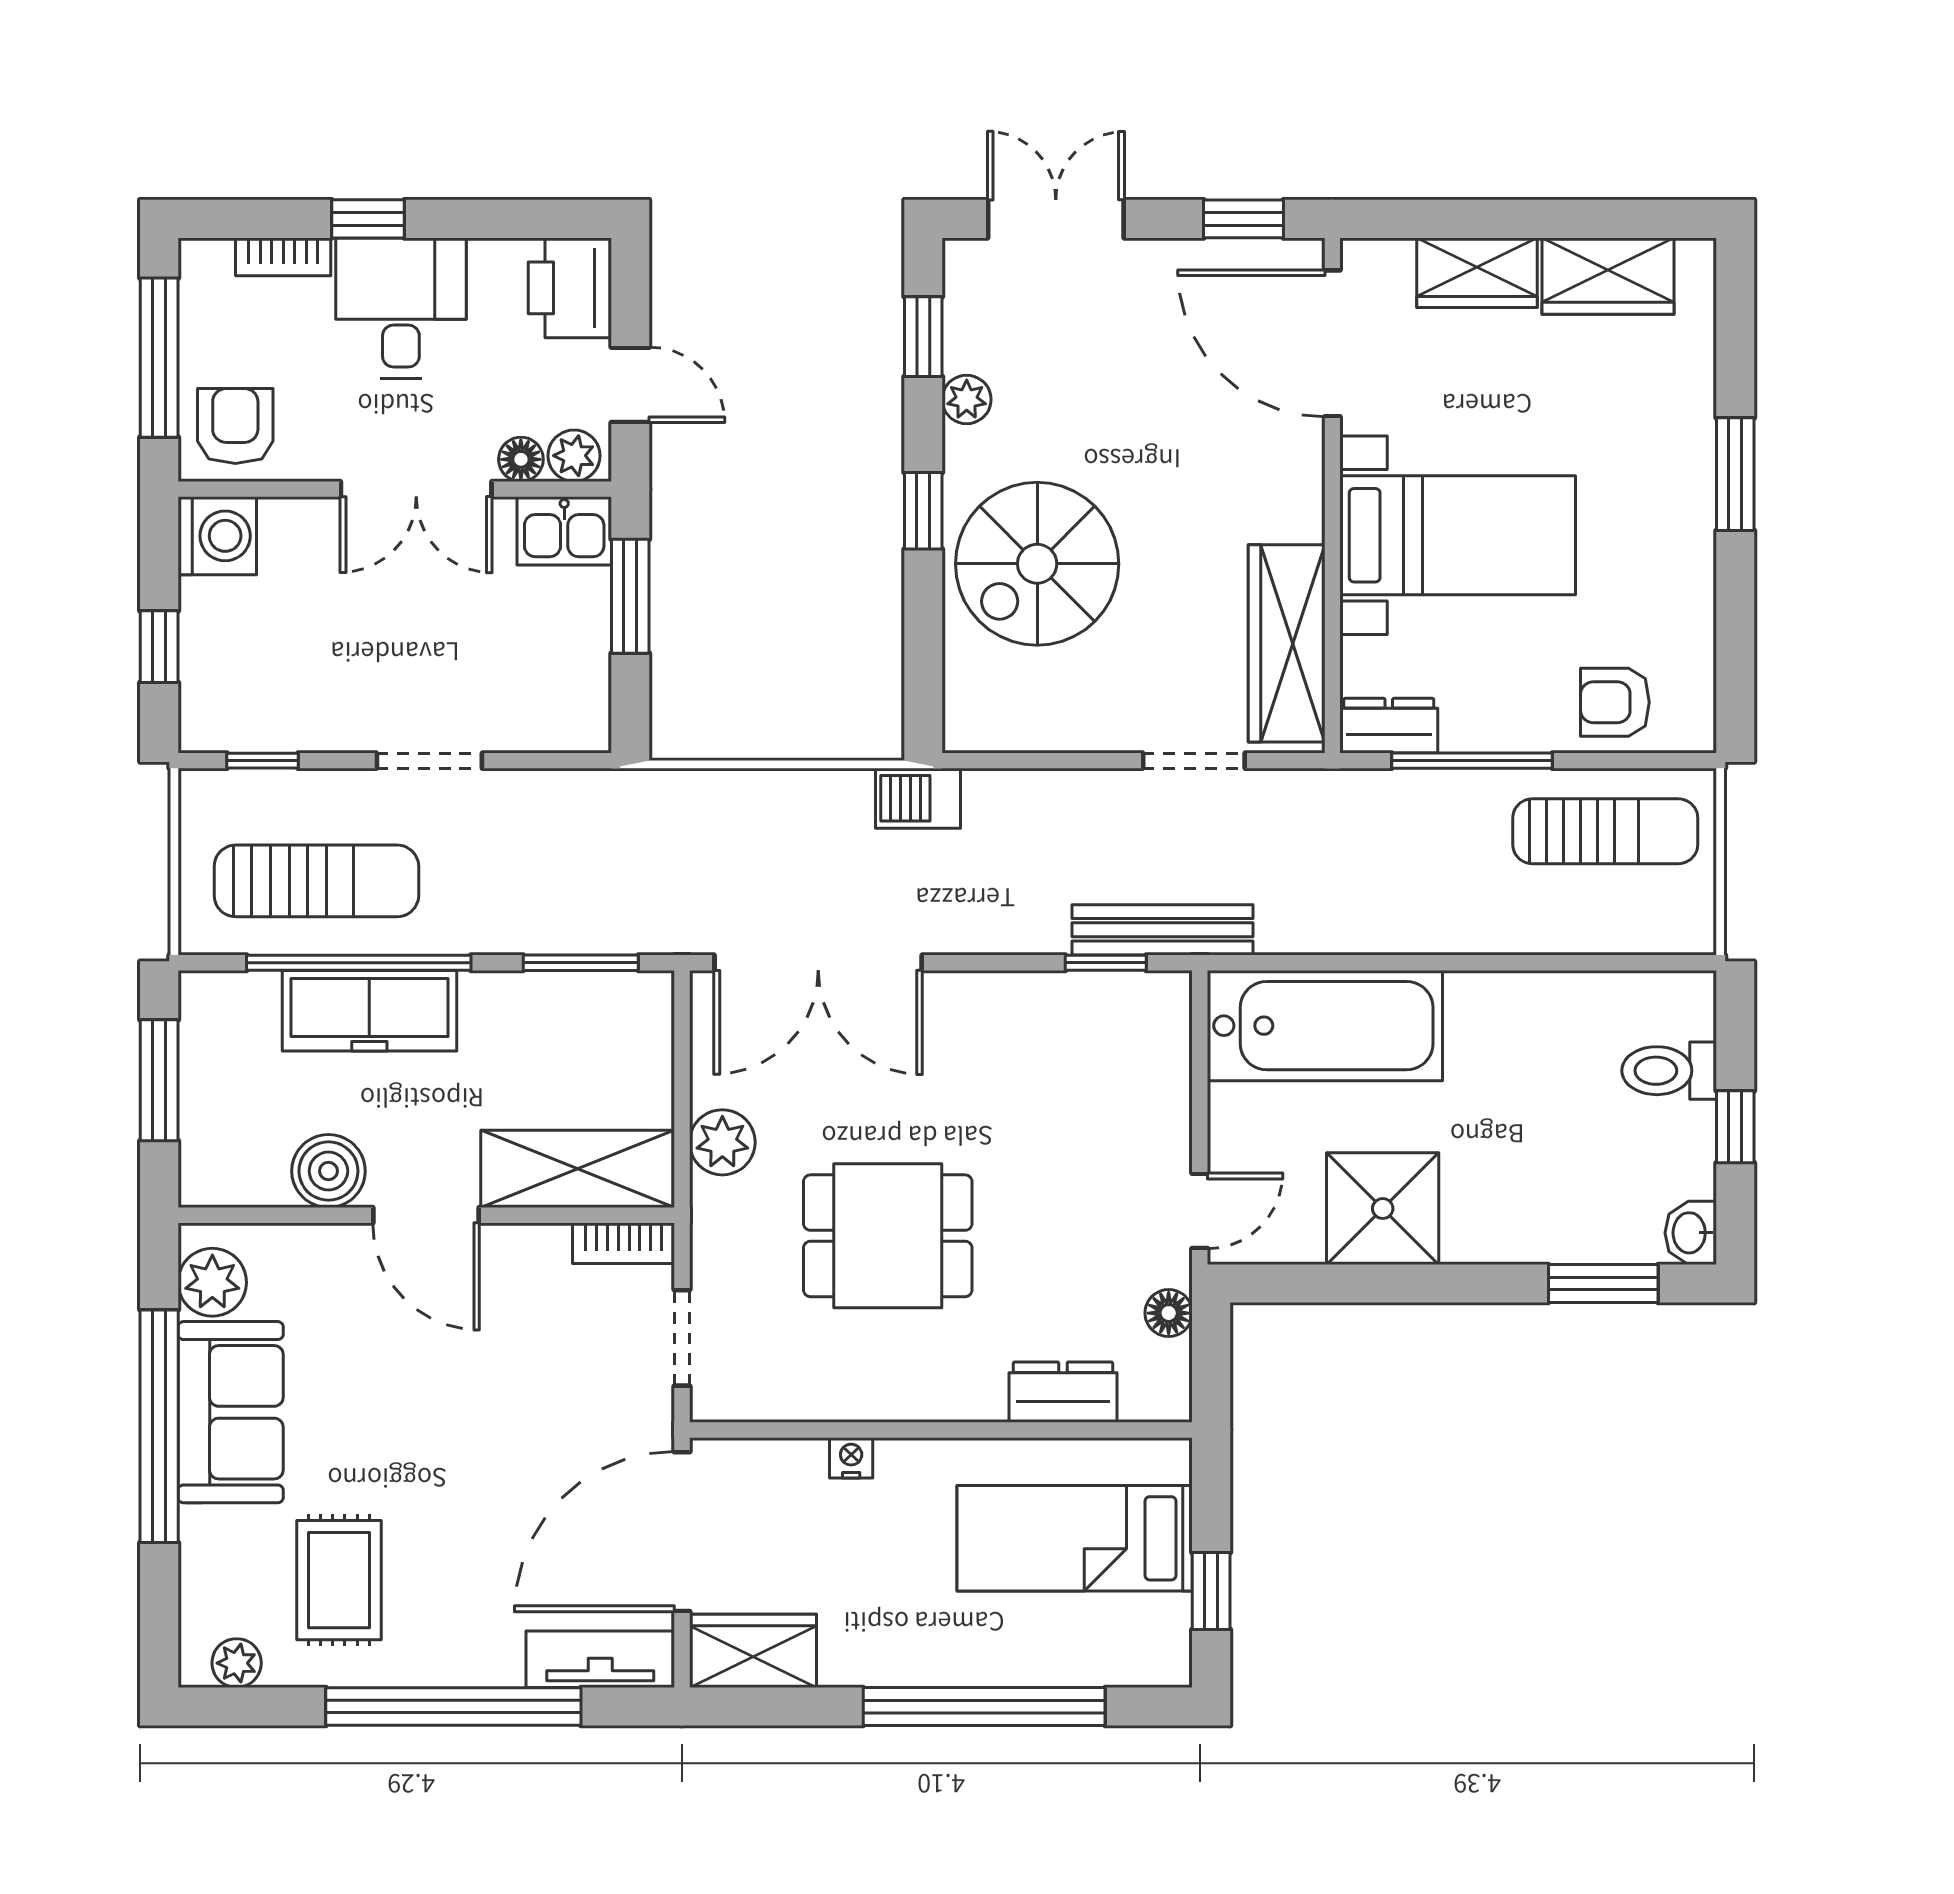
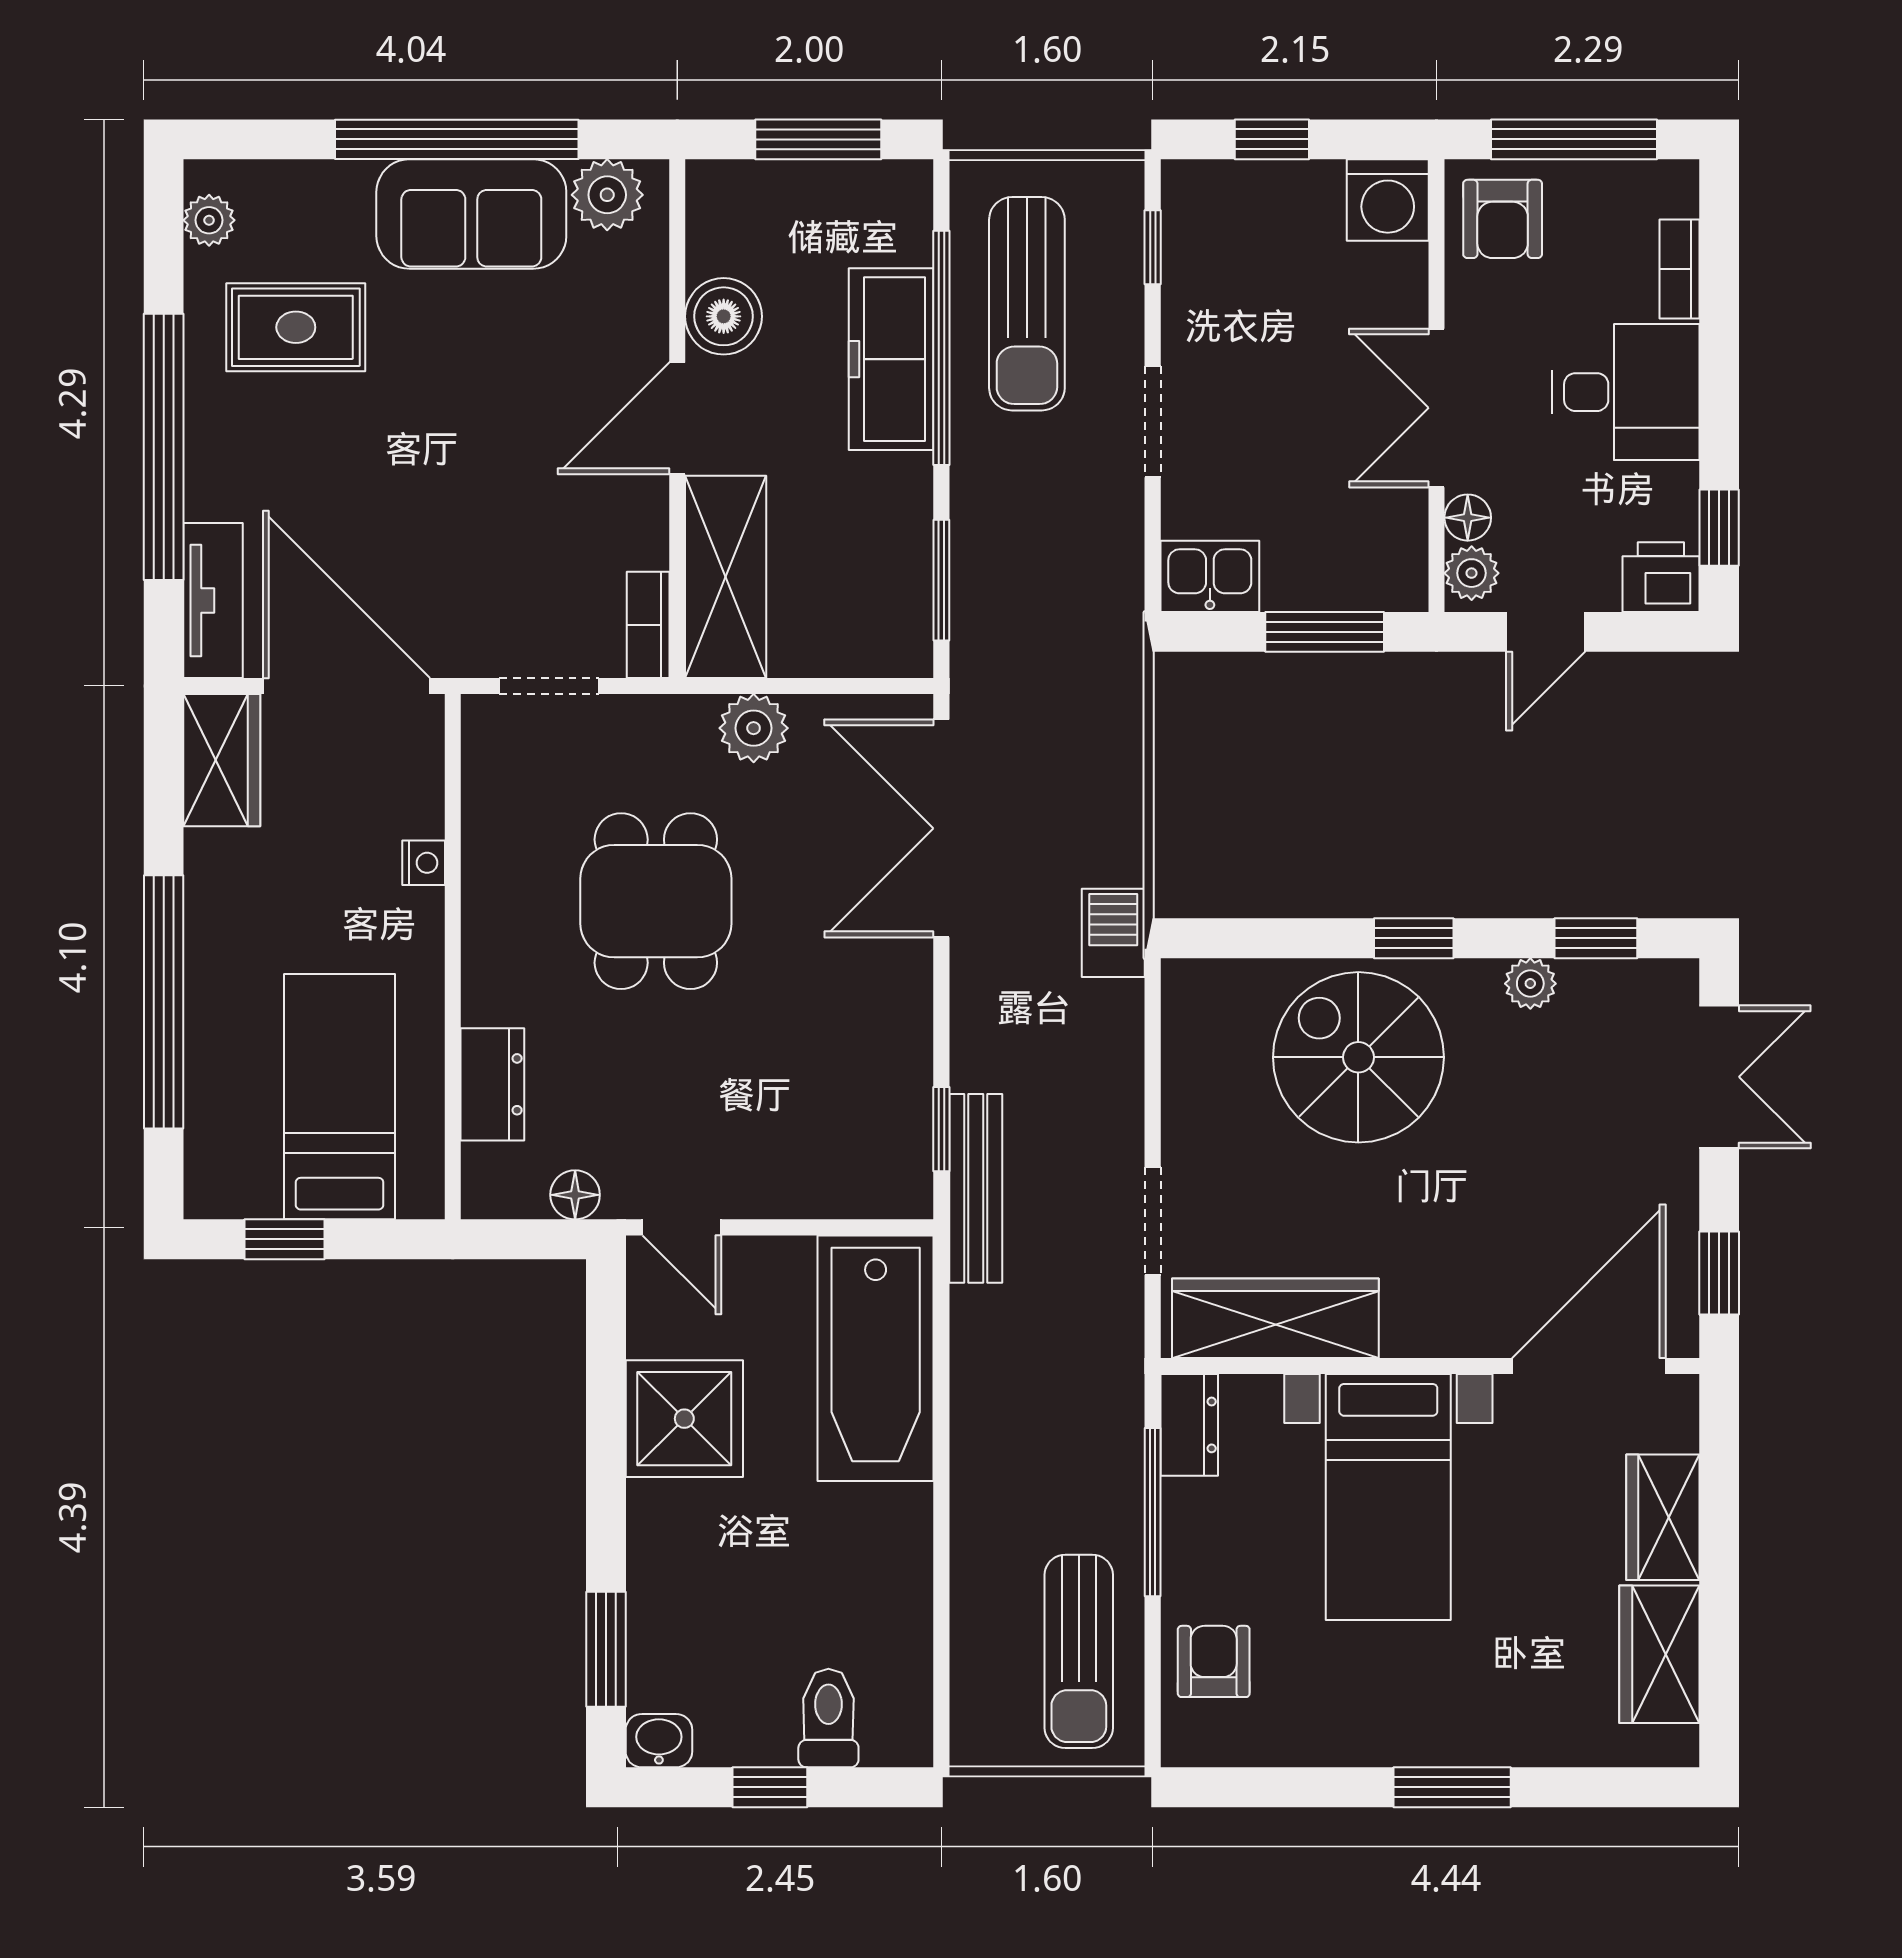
window: (368, 219) -> (1719, 528), moved
printer: (570, 288) -> (1661, 577), width x0.73, depth x0.81
armchair: (235, 426) -> (1503, 219), turned 90
kitchen sink: (564, 531) -> (1210, 576), moved, turned 90

